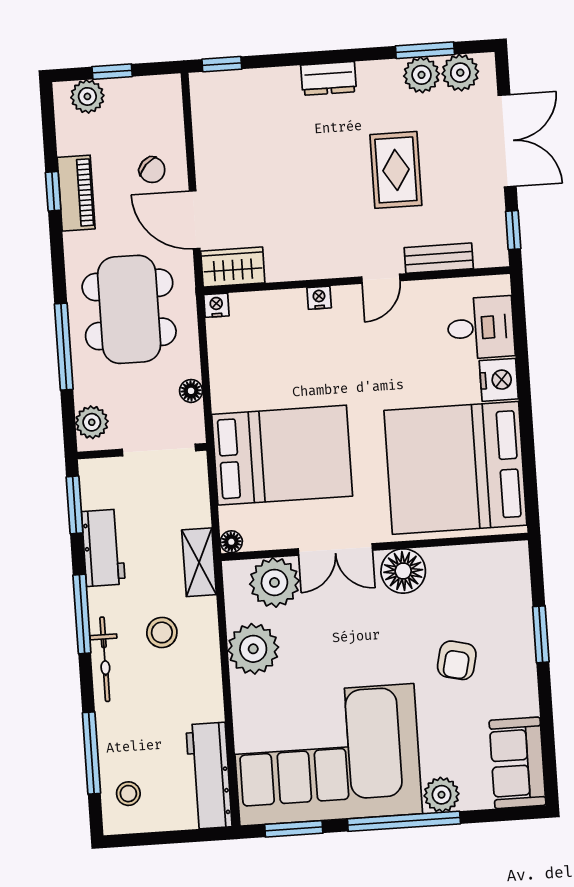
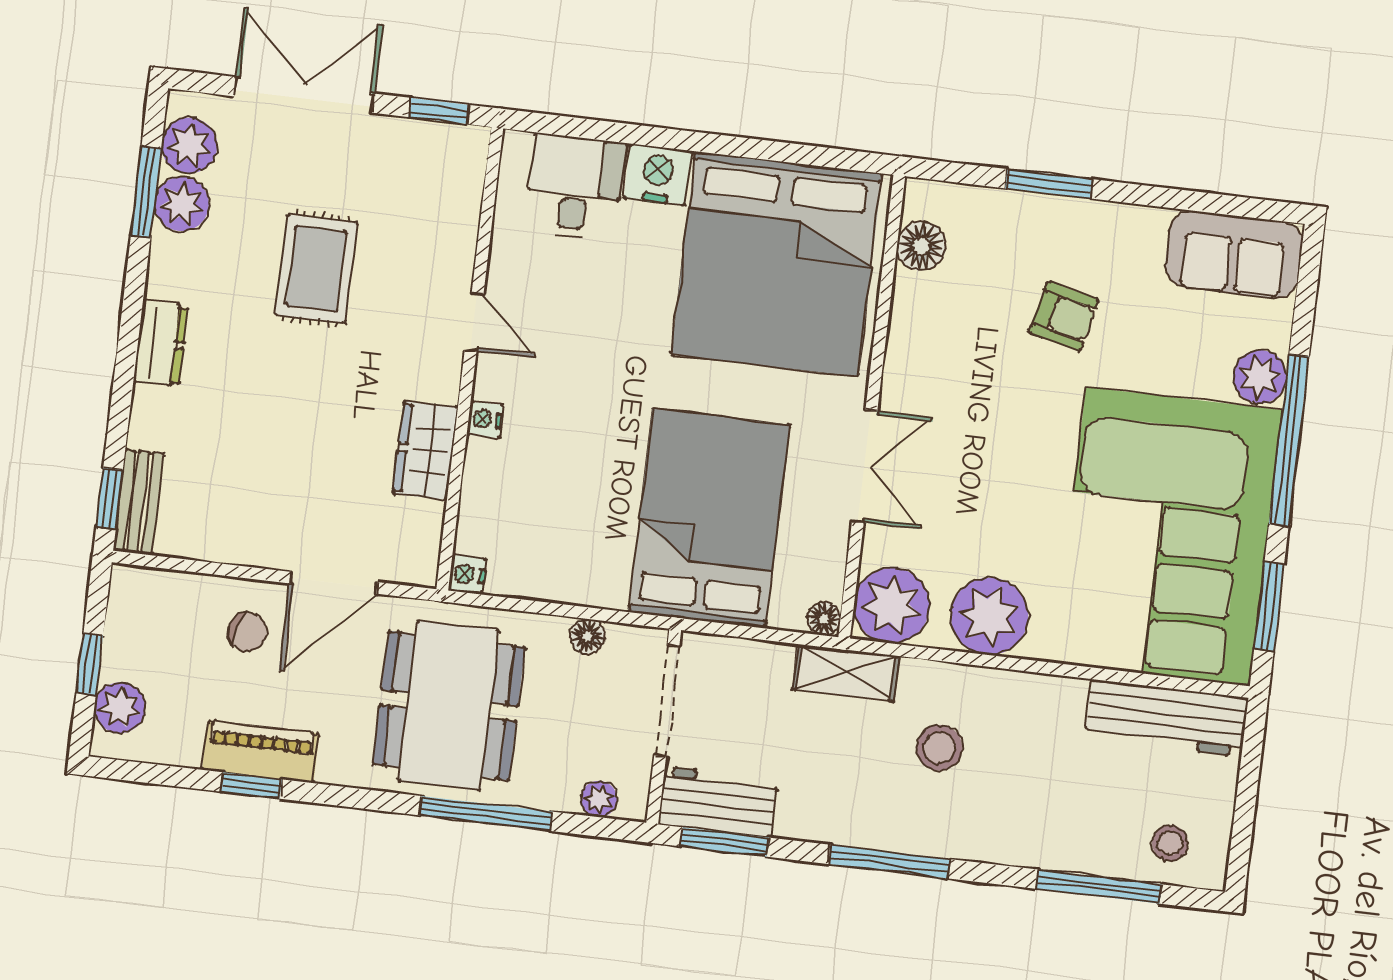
chair: (152, 170) -> (247, 632), turned 61
rug: (396, 170) -> (316, 269), turned 90
bench: (439, 258) -> (138, 502), moved
wardrobe: (233, 267) -> (425, 450), moved
dining table: (129, 309) -> (449, 706), turned 90
plant: (92, 422) -> (599, 799), width x0.73, depth x0.73
workbench: (103, 548) -> (718, 802), moved
floor lamp: (403, 571) -> (921, 246), moved, width x0.73, depth x0.73
plant: (274, 582) -> (892, 605), moved
bicycle: (105, 659) -> (963, 840), removed

